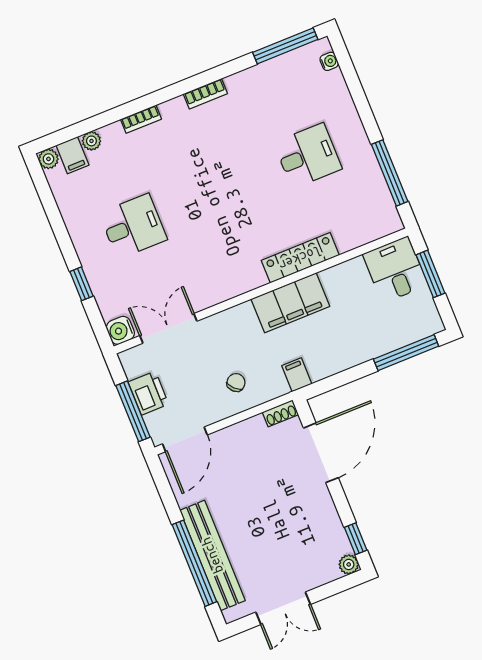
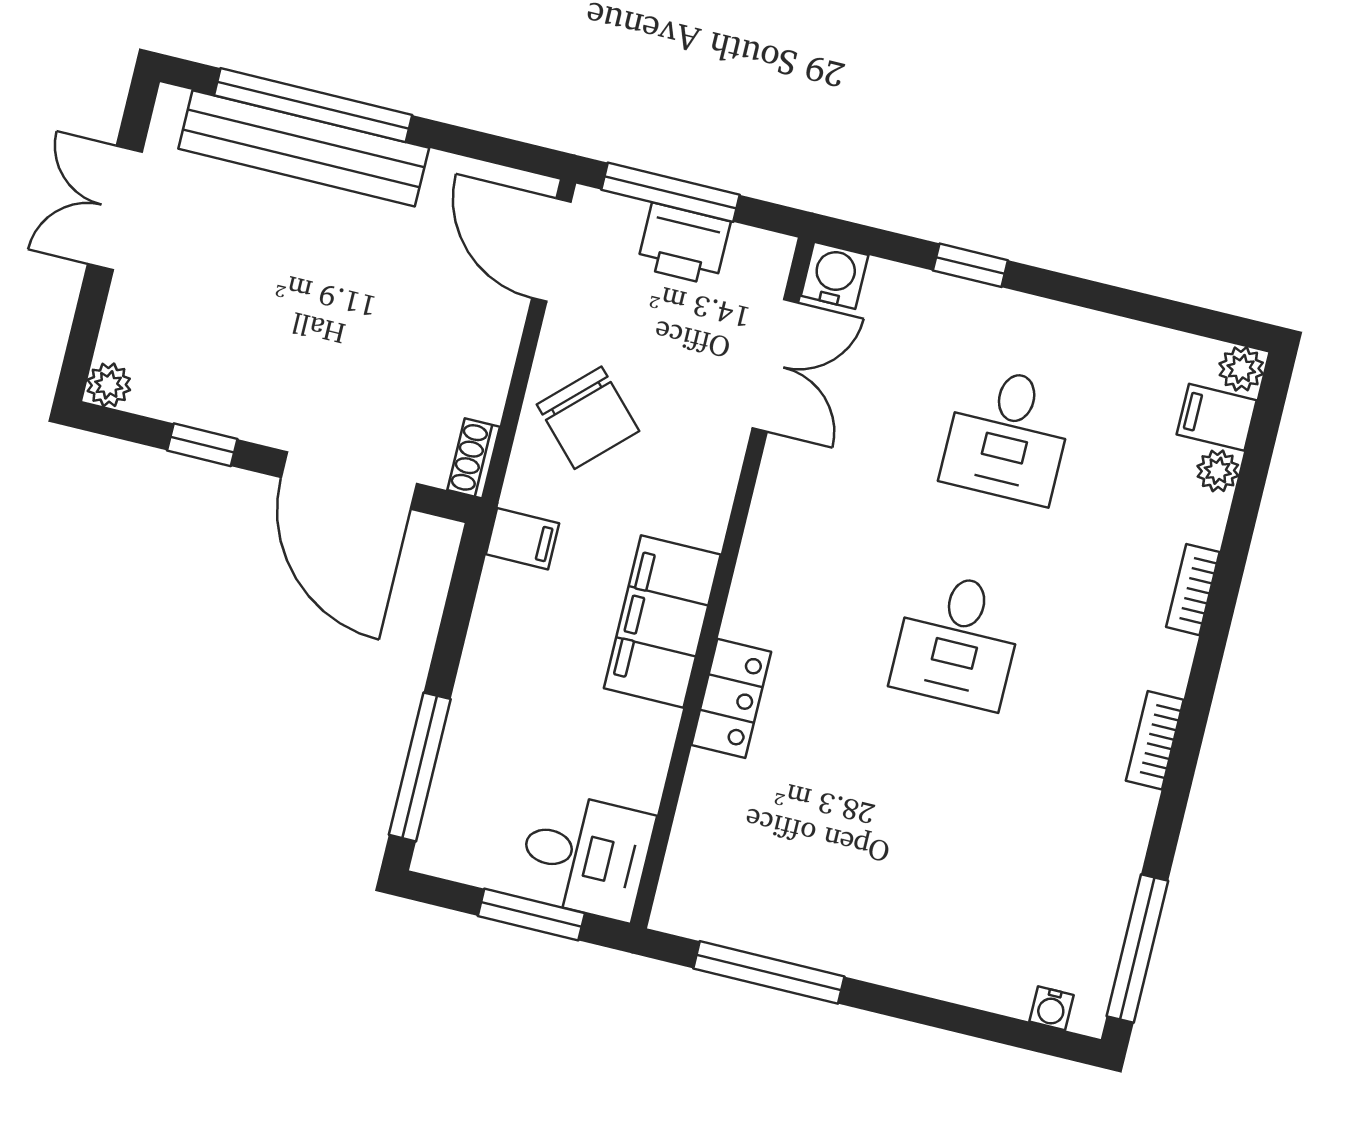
desk: (308, 156) -> (958, 640), moved
locker: (300, 258) -> (731, 698), width x0.66
chair: (236, 383) -> (588, 418), width x1.87, depth x1.87
window: (356, 539) -> (202, 445), moved

